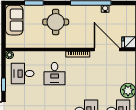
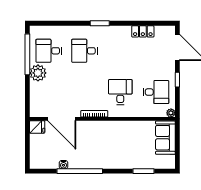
sofa: (14, 20) -> (165, 138), moved
round table: (56, 22) -> (119, 150), removed

